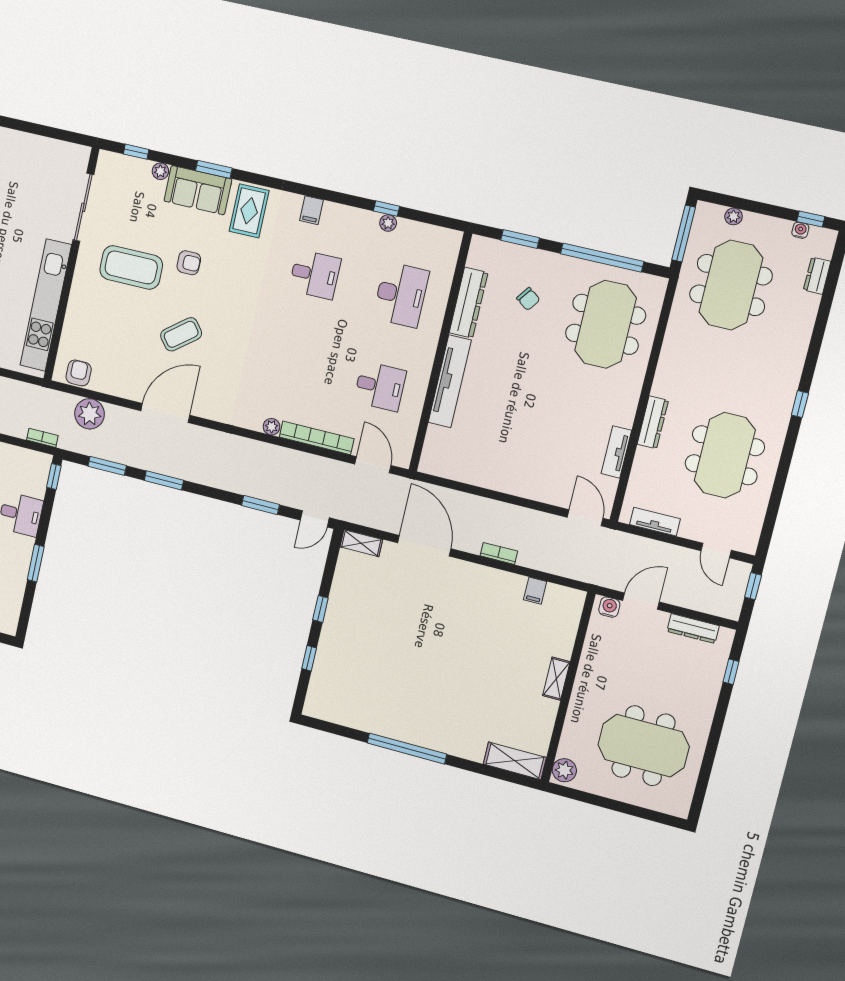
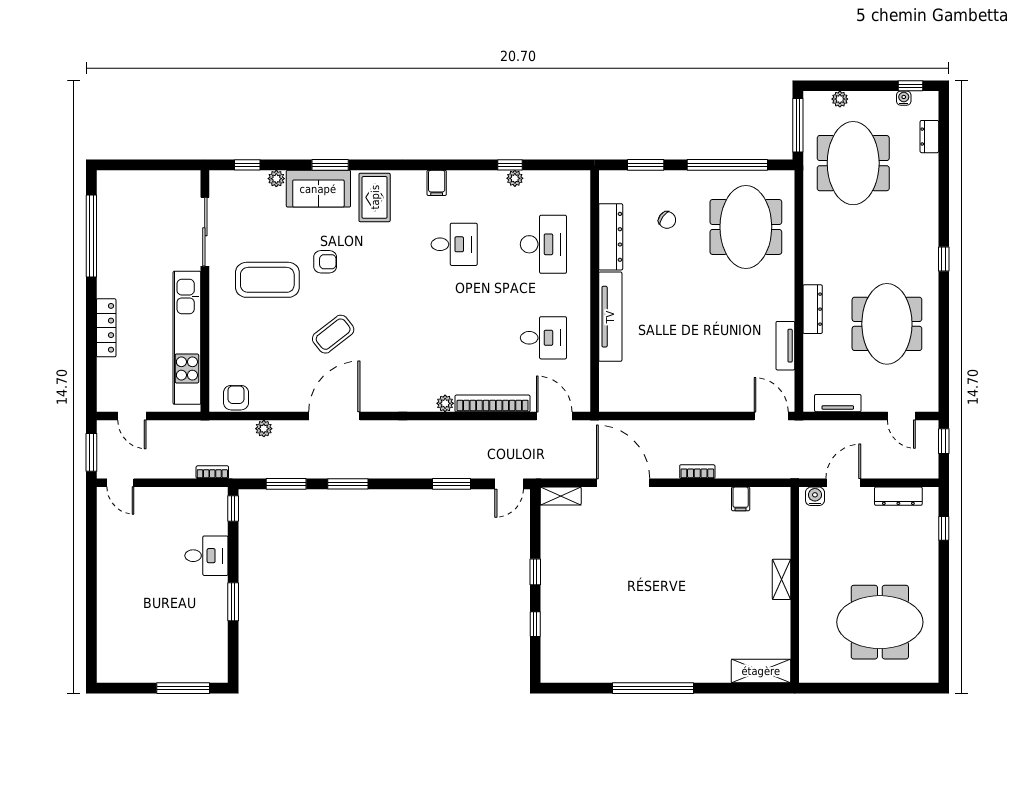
plant: (90, 414) -> (264, 429), width x0.53, depth x0.53
plant: (564, 770) -> (811, 667), removed

